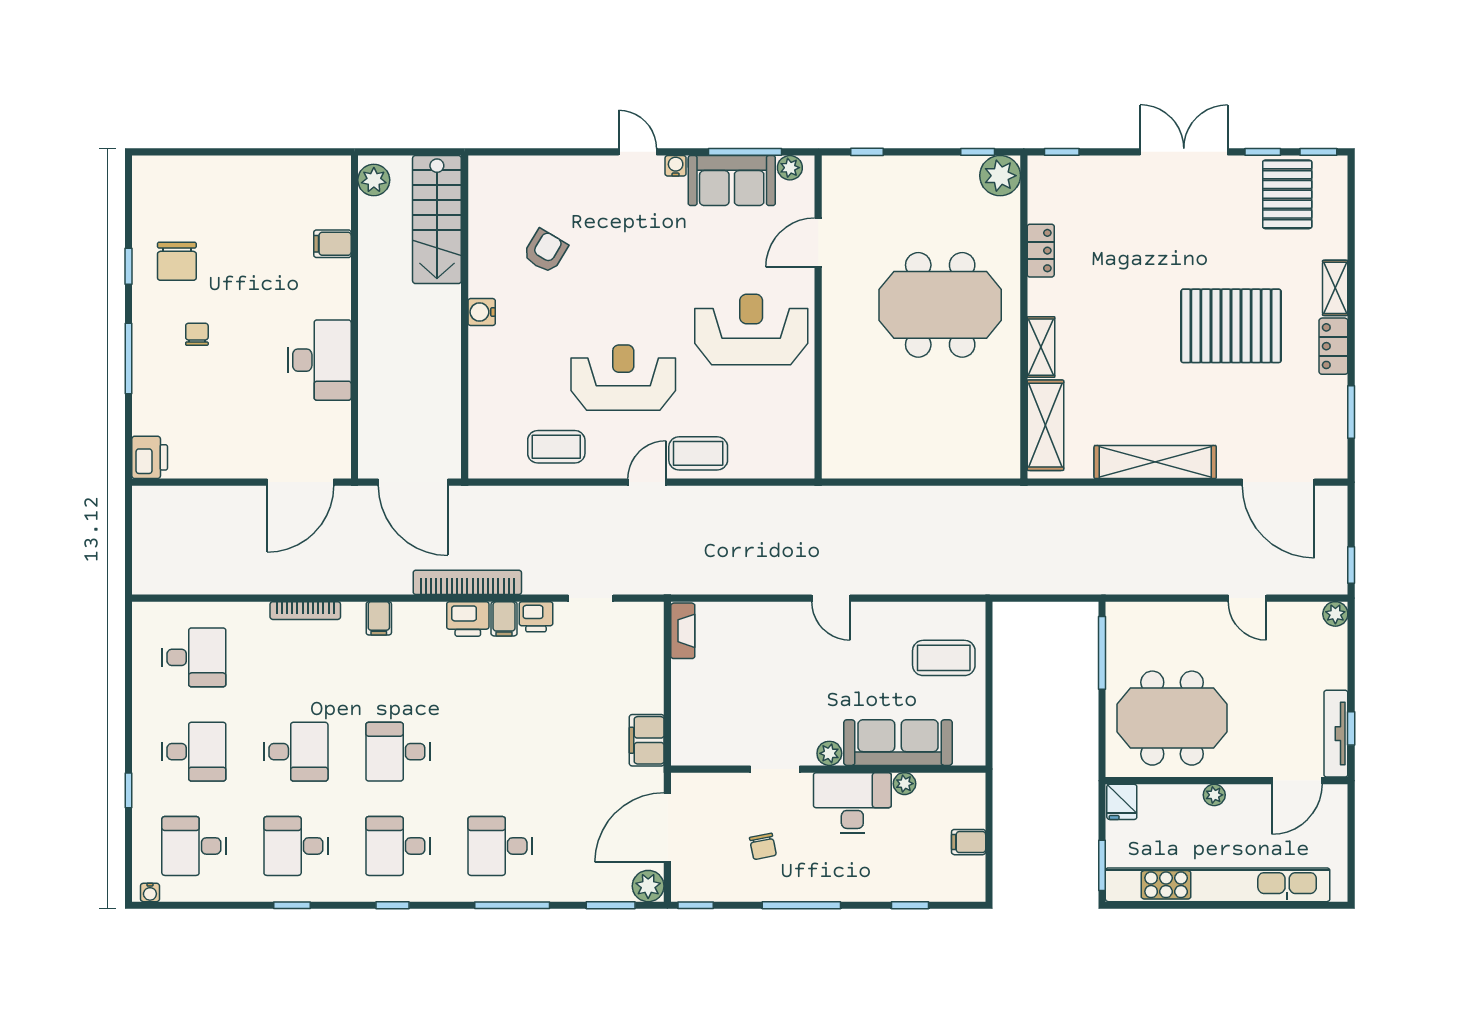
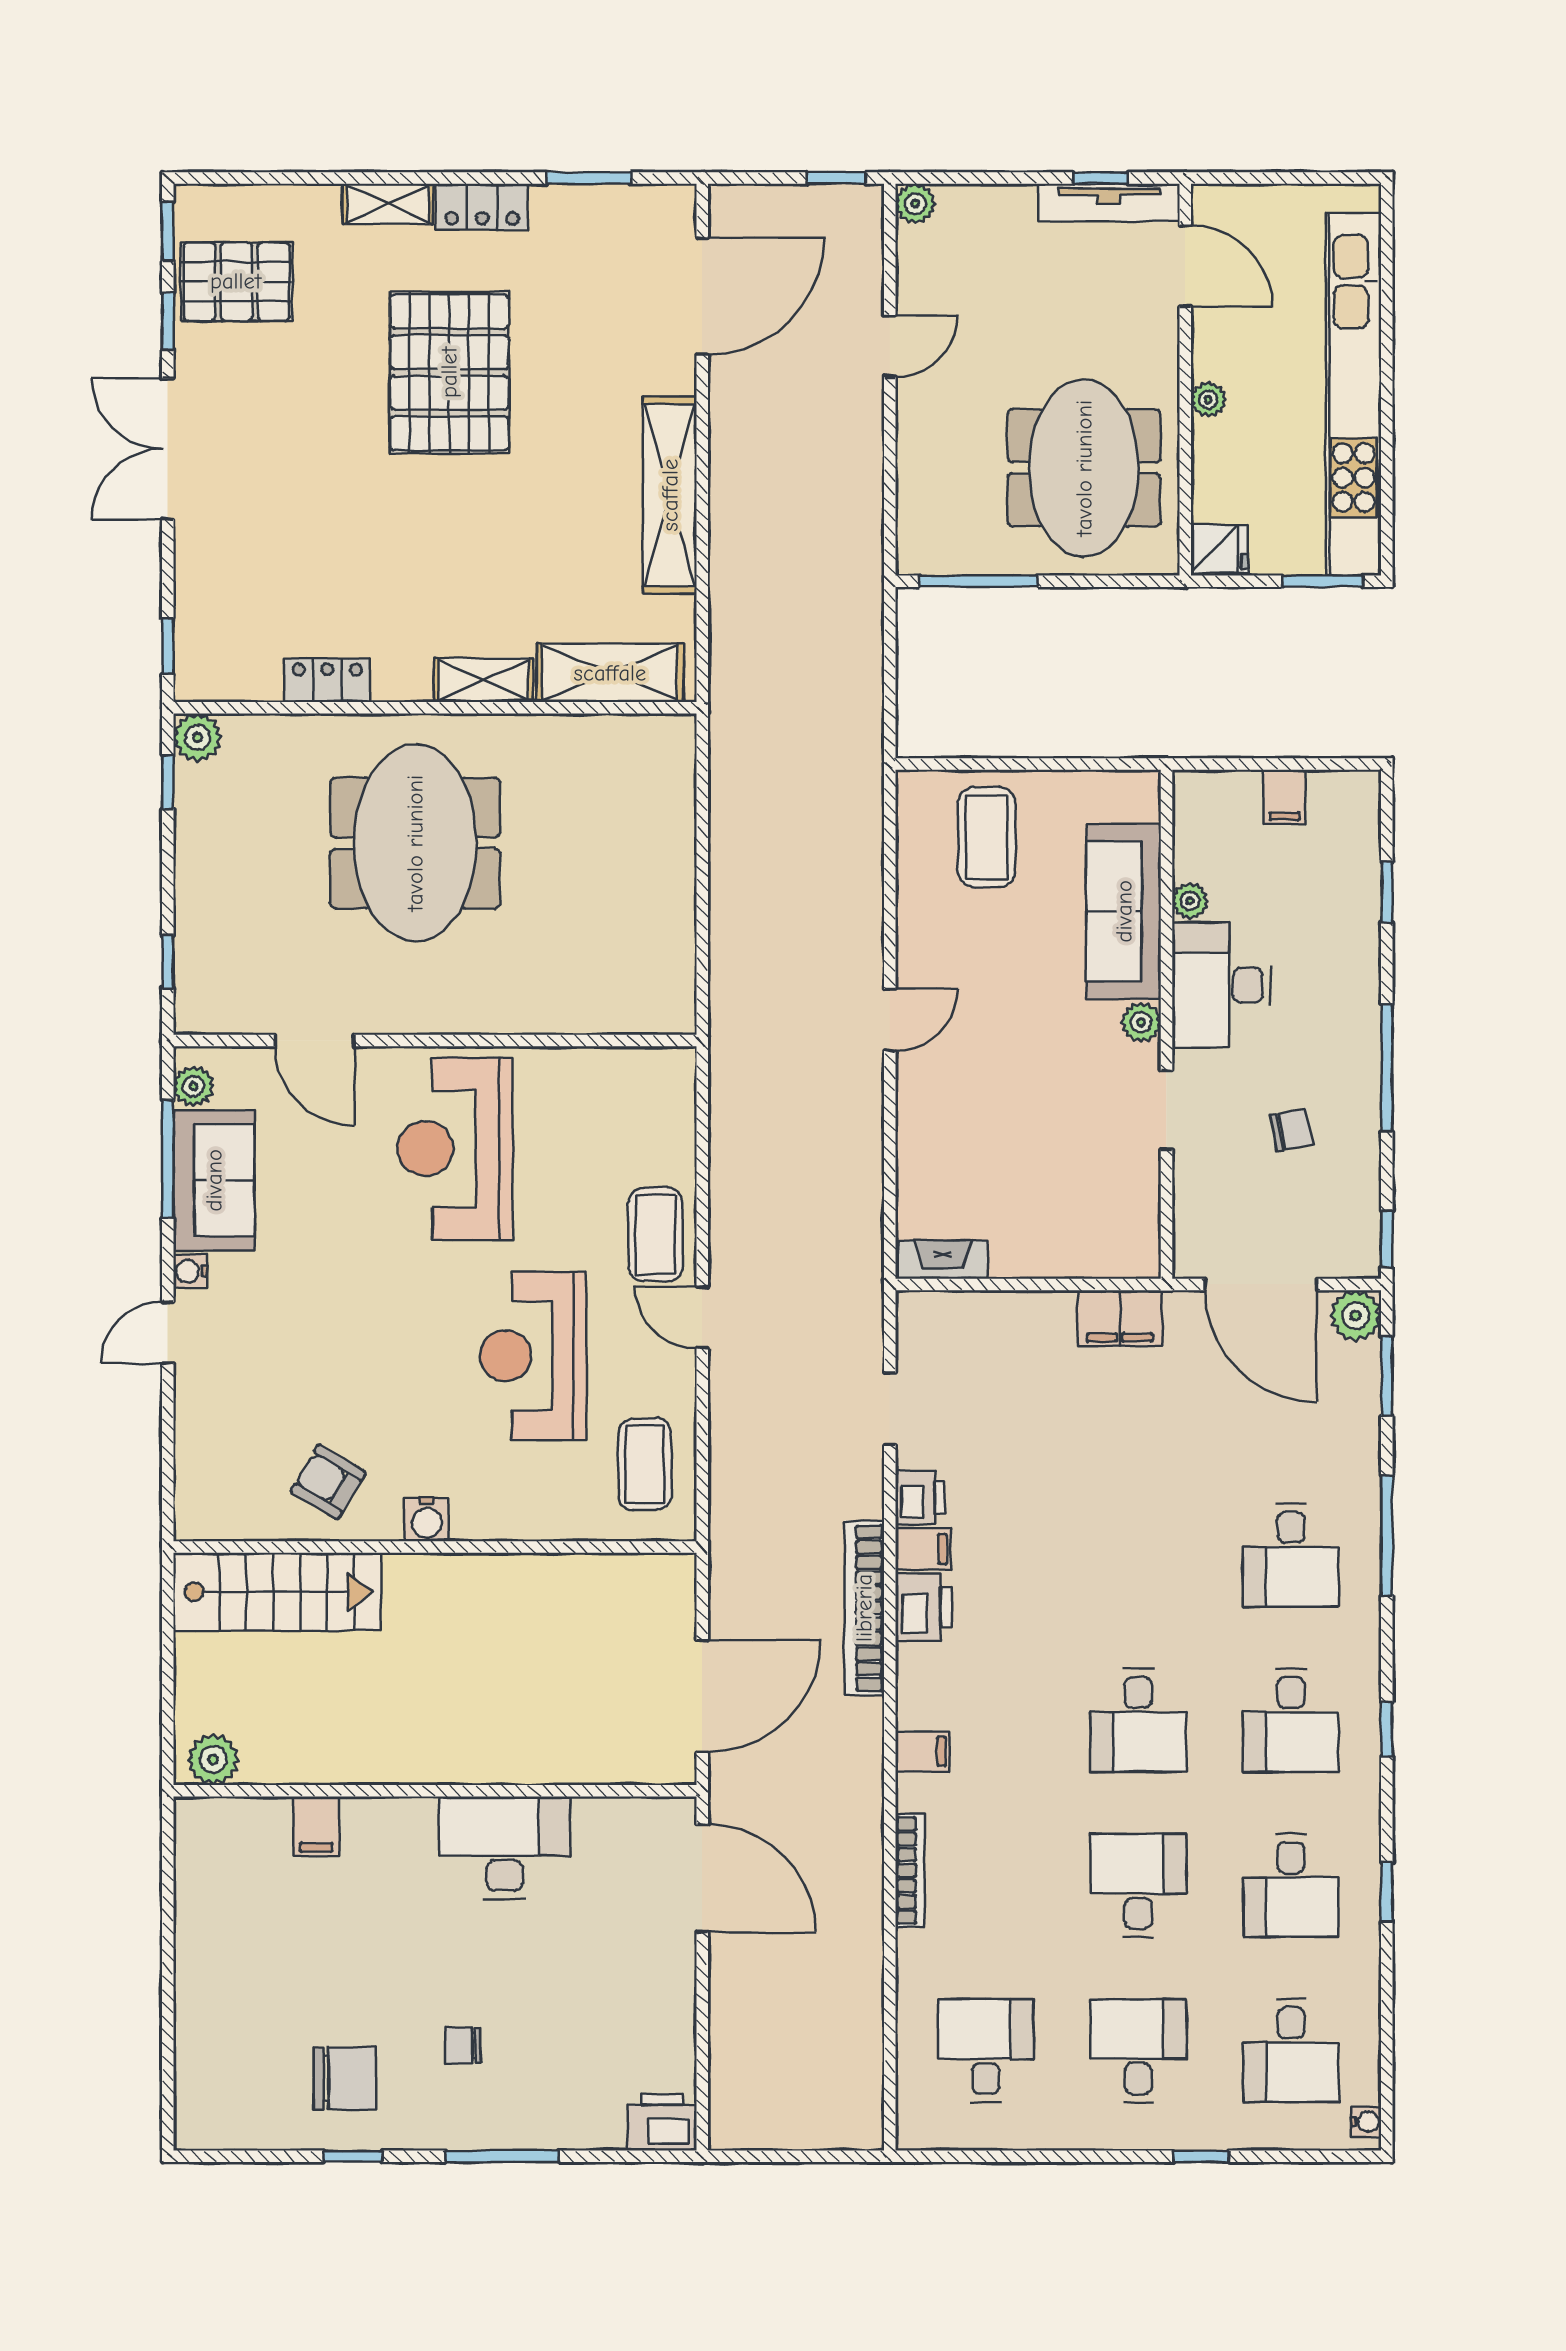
plant: (1000, 176) -> (197, 737), width x0.73, depth x0.73
stairs: (437, 220) -> (277, 1592), moved
water cooler: (482, 312) -> (427, 1519), moved
wall: (465, 317) -> (435, 1547), moved

